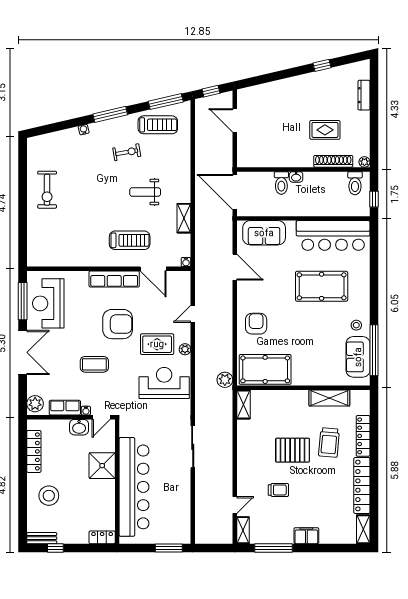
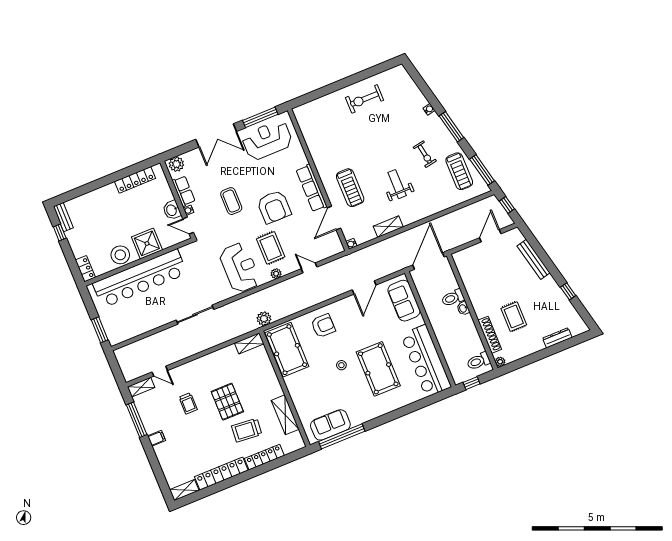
bench: (276, 87) -> (534, 259), added
stool: (356, 325) -> (341, 365), moved
stool: (49, 496) -> (120, 255), moved
filing cabinet: (306, 536) -> (157, 438), width x0.50

